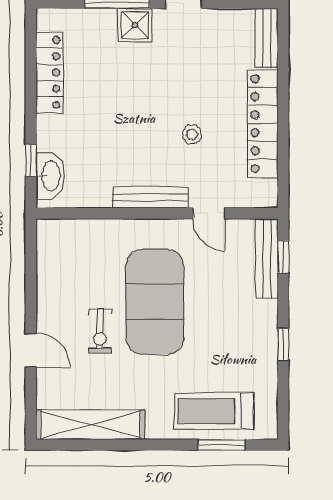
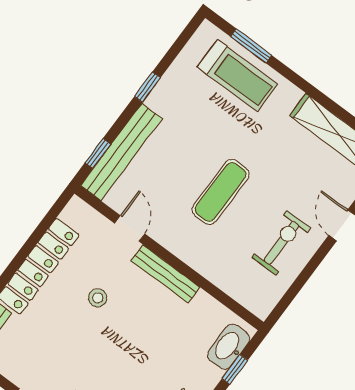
bench: (267, 258) -> (121, 152), width x1.37, depth x1.21
exercise mat: (155, 302) -> (221, 192), width x0.50, depth x0.69
exercise bike: (100, 331) -> (281, 243), moved, width x1.38, depth x1.39

